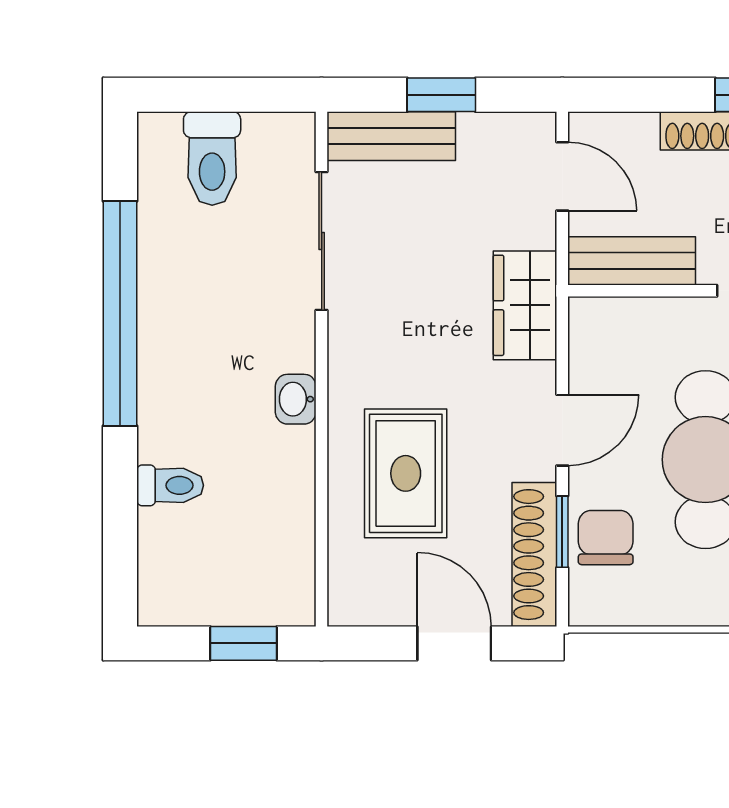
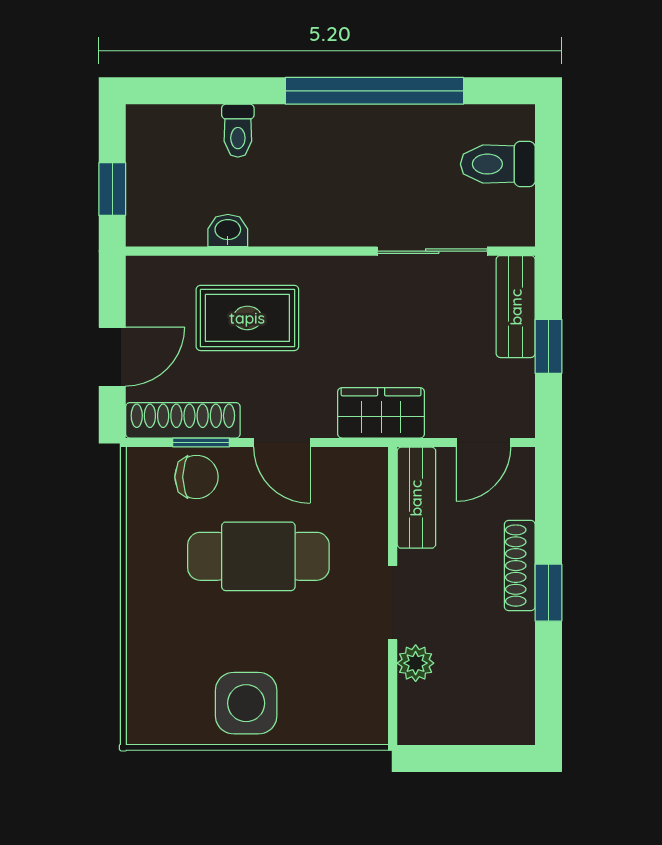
washbasin: (296, 399) -> (228, 231), moved

